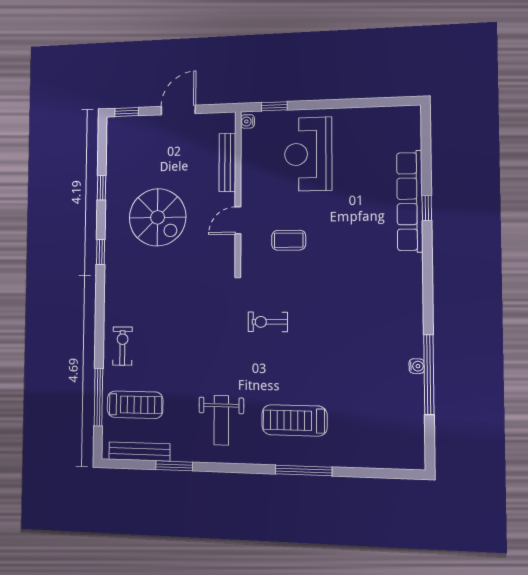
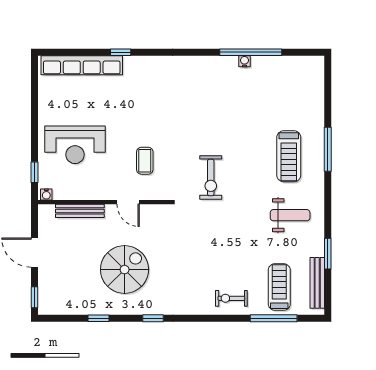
row of seats: (410, 201) -> (82, 65), moved
exercise bike: (268, 322) -> (211, 178), width x1.38, depth x1.39

